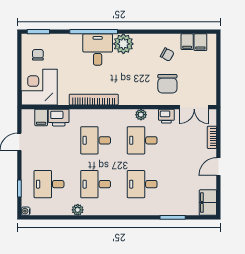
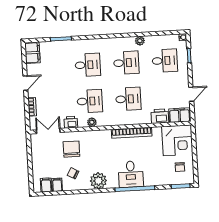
plant: (123, 44) -> (98, 181), moved
filing cabinet: (41, 117) -> (180, 115), width x2.00

